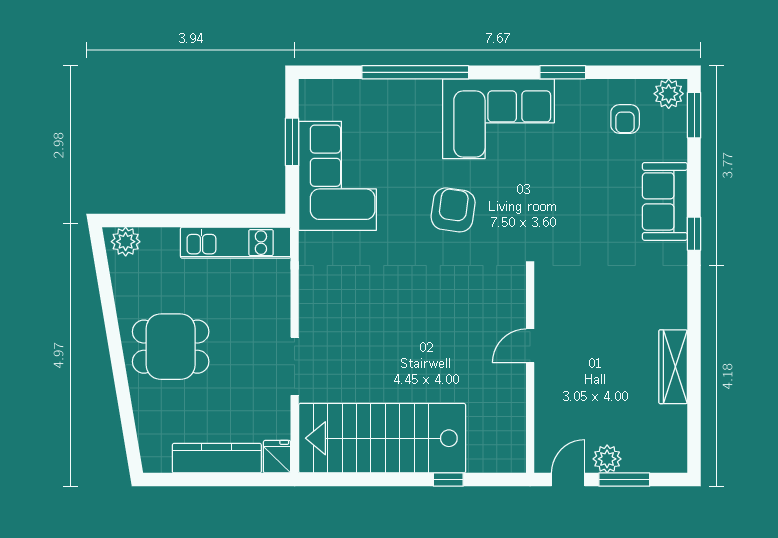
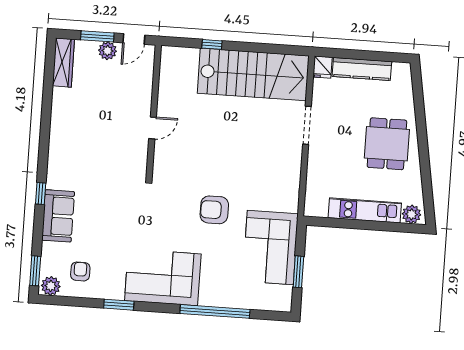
armchair: (453, 210) -> (214, 210), moved, turned 82
kitchen unit: (236, 243) -> (365, 210), moved
dining table: (171, 347) -> (387, 144), turned 90
wardrobe: (673, 367) -> (63, 63), moved

